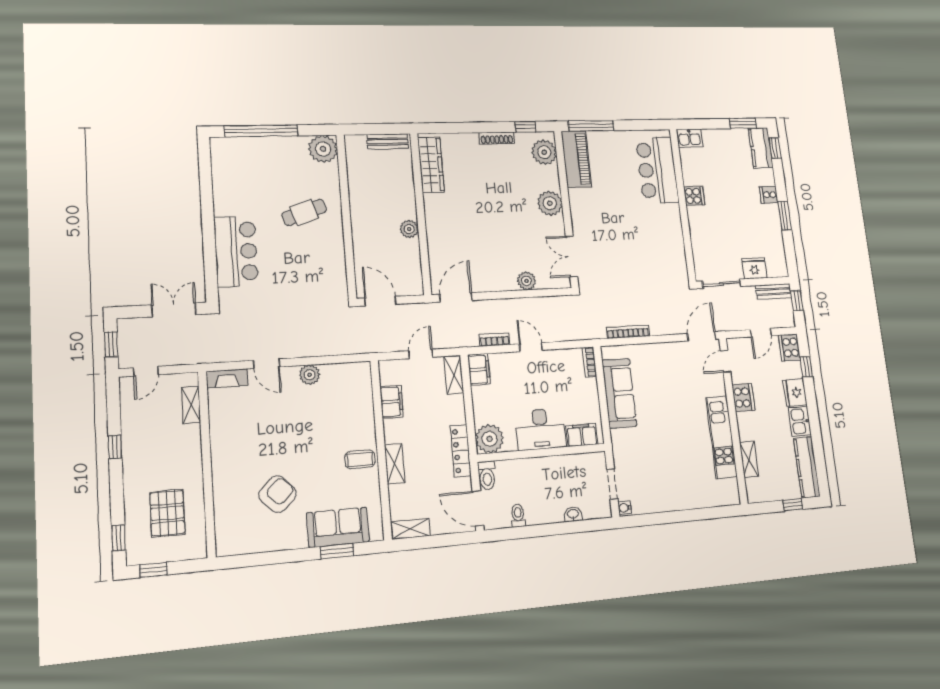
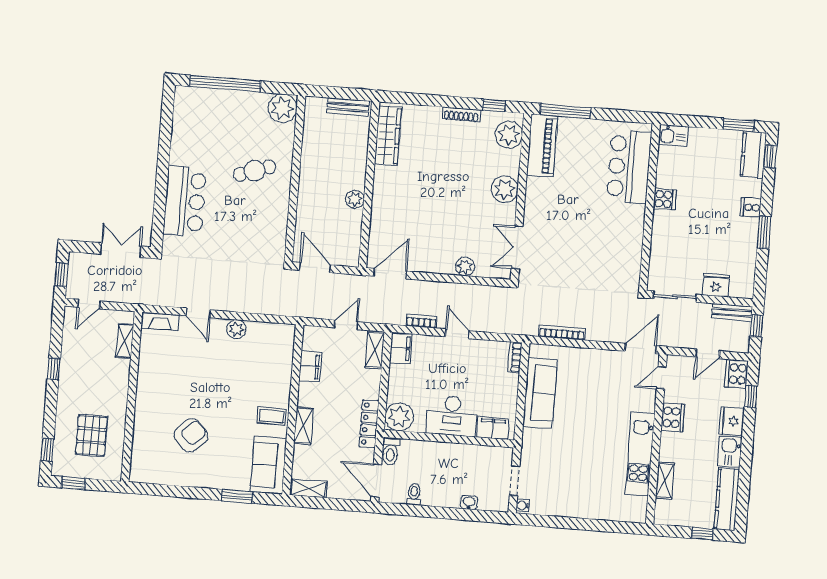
sofa: (338, 527) -> (268, 465), moved, turned -90

